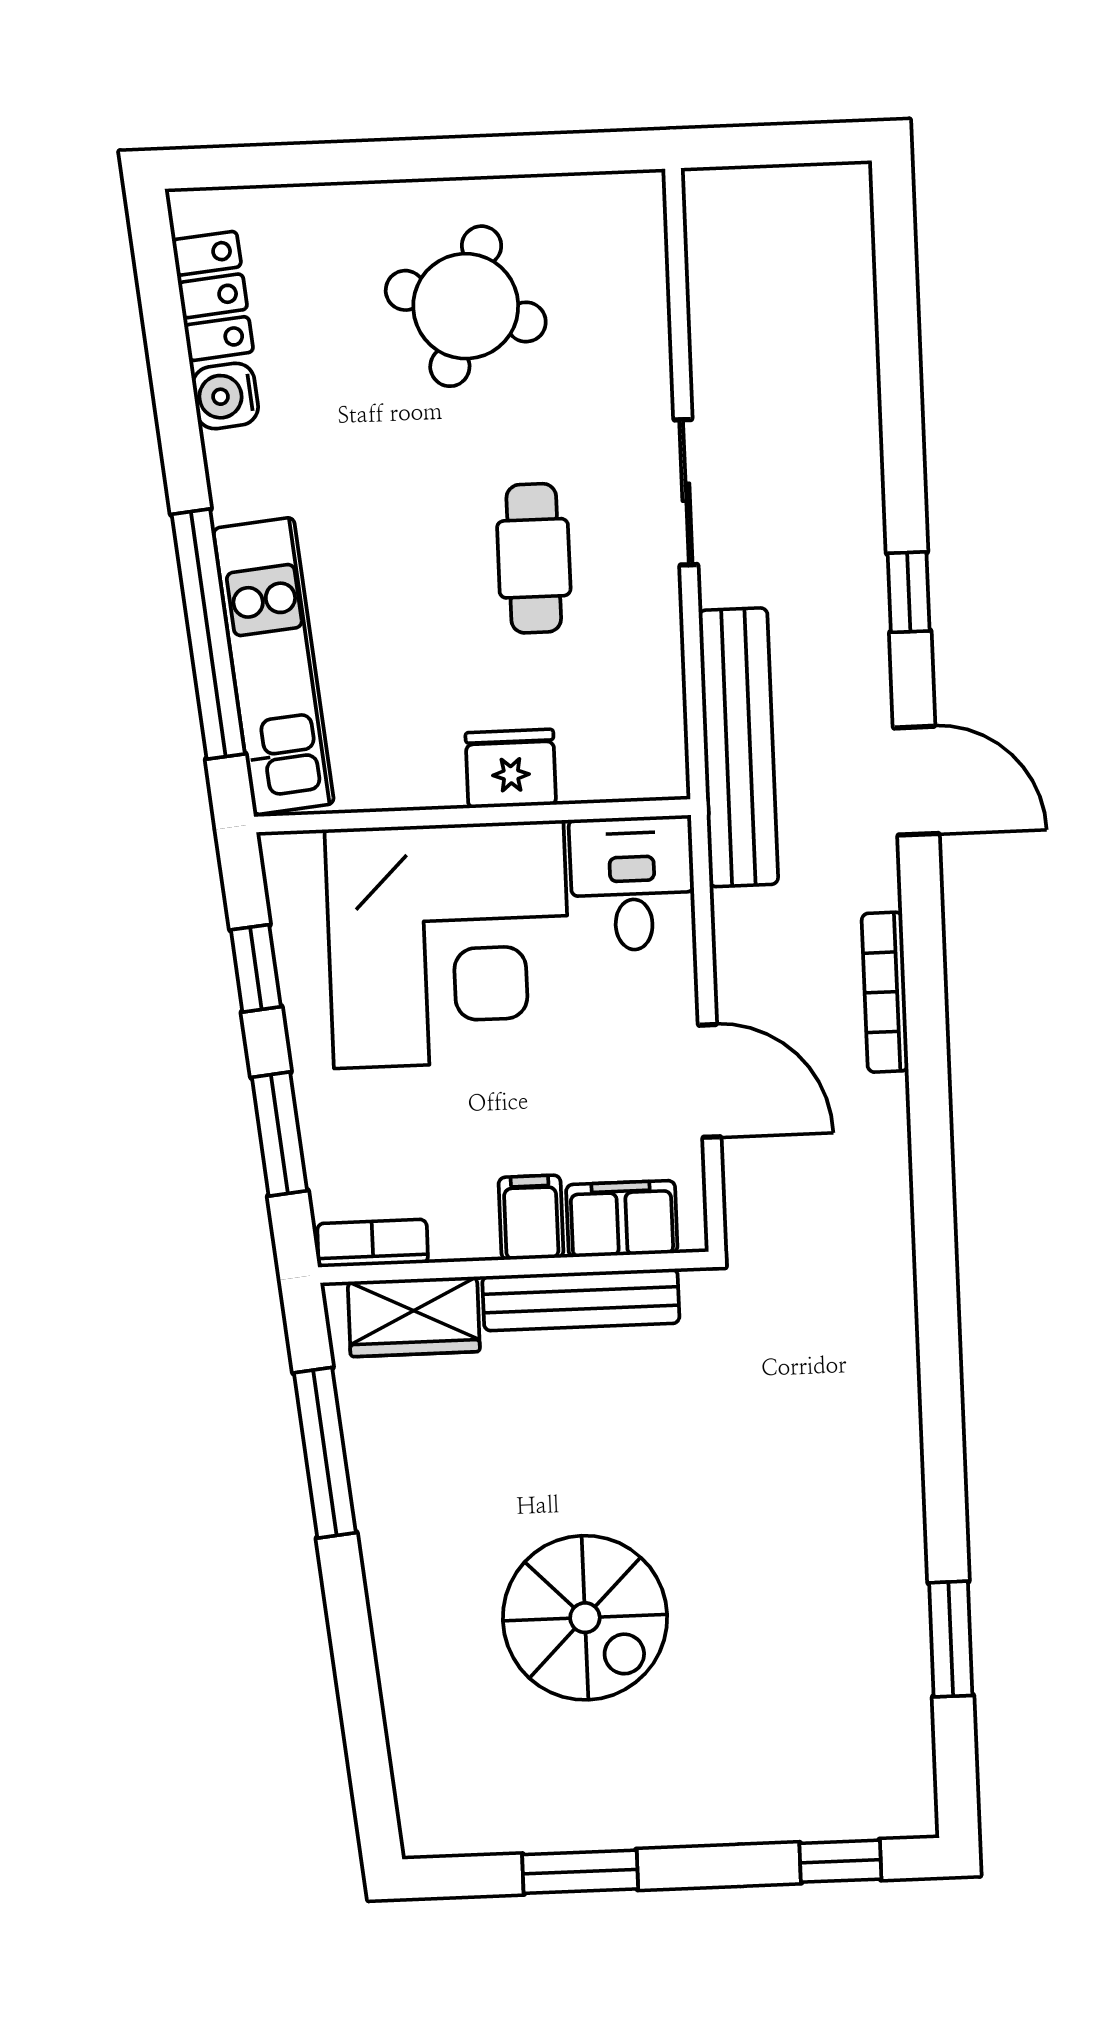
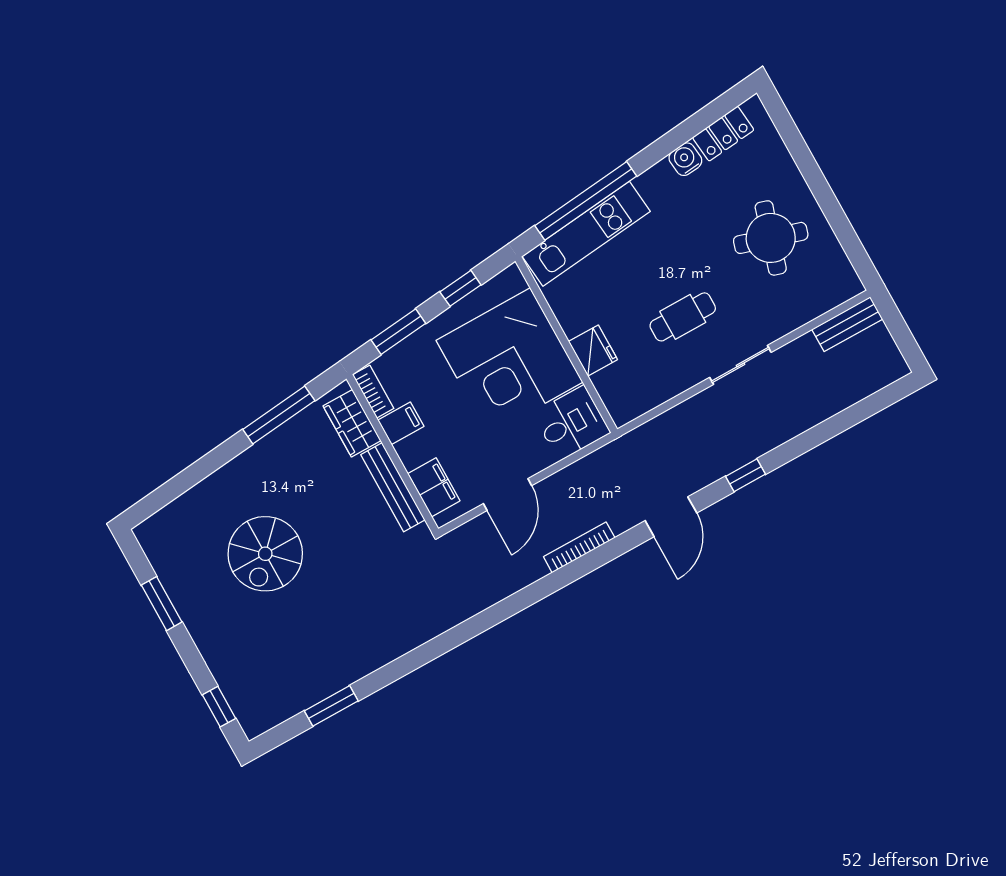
bench: (738, 747) -> (847, 324), moved, width x0.54, depth x0.82
filing cabinet: (531, 1217) -> (401, 423), moved

